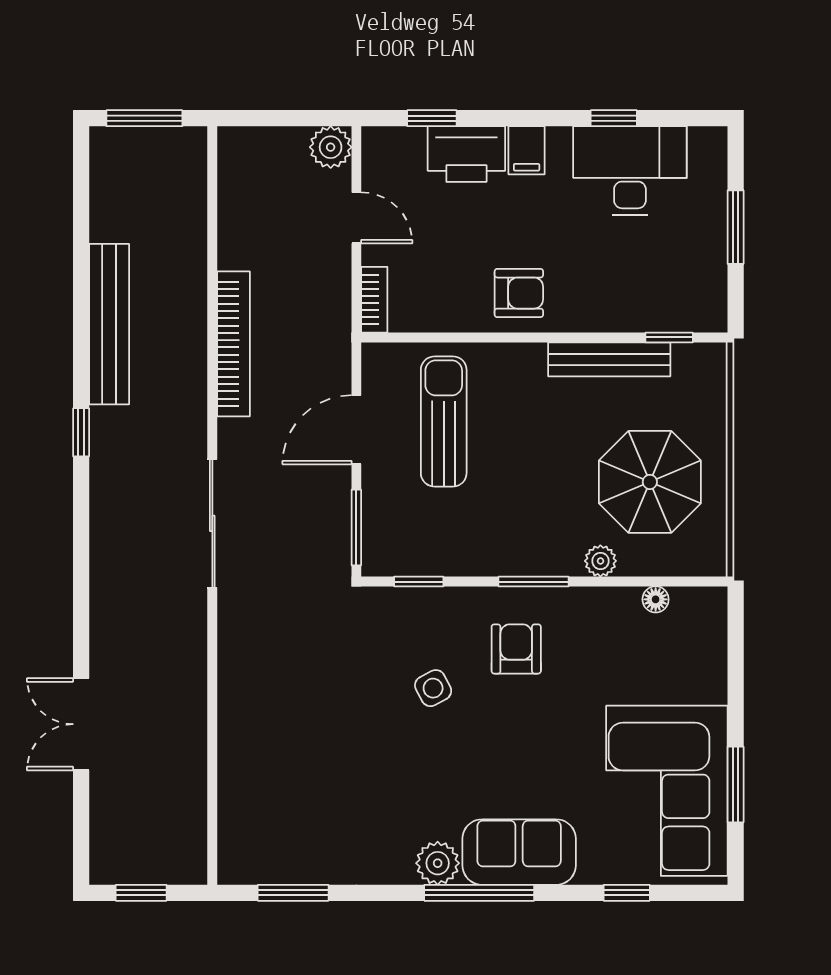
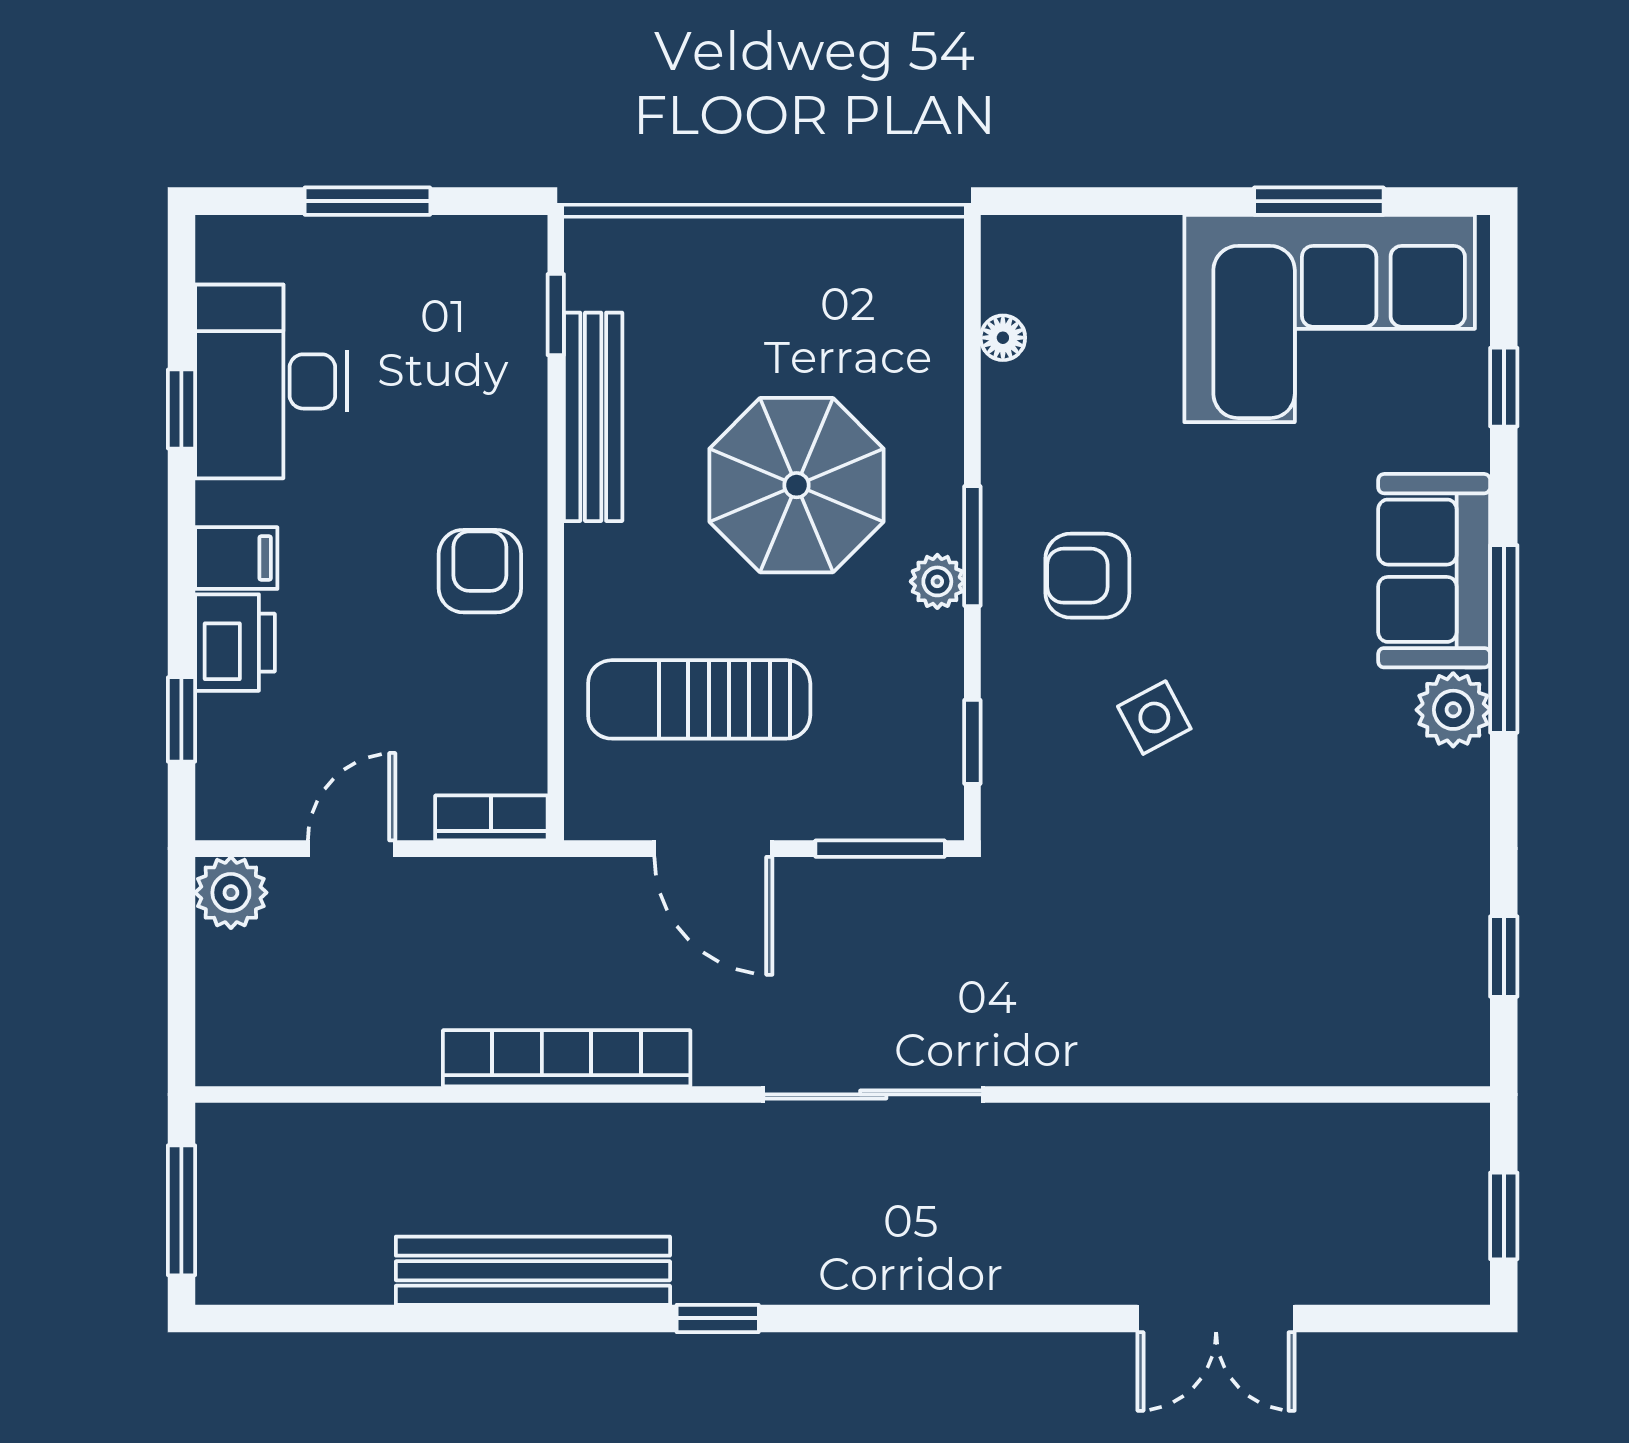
printer: (466, 154) -> (235, 643), width x0.73, depth x0.84
parasol: (650, 482) -> (796, 485), moved
plant: (600, 561) -> (937, 581), moved
window: (293, 893) -> (1504, 956), width x0.67

